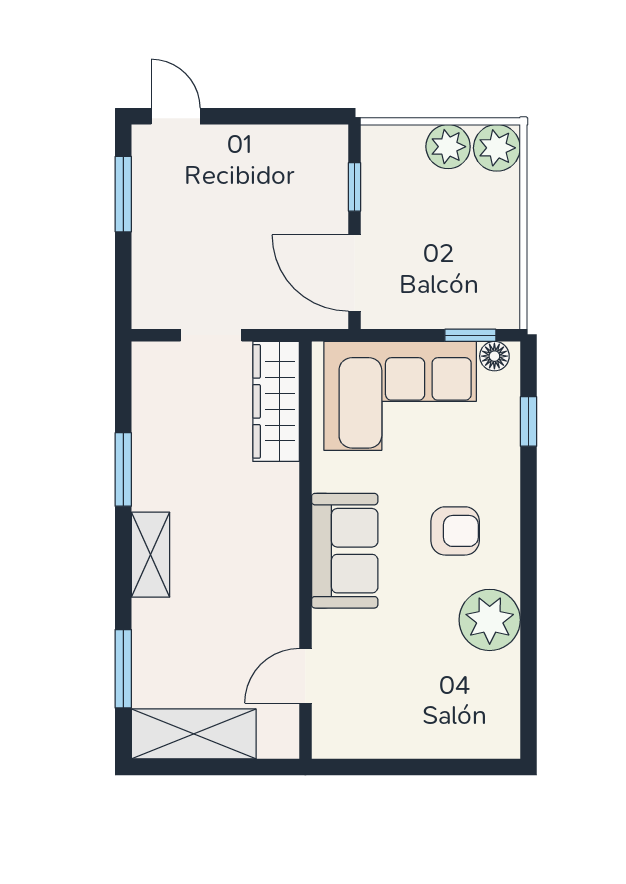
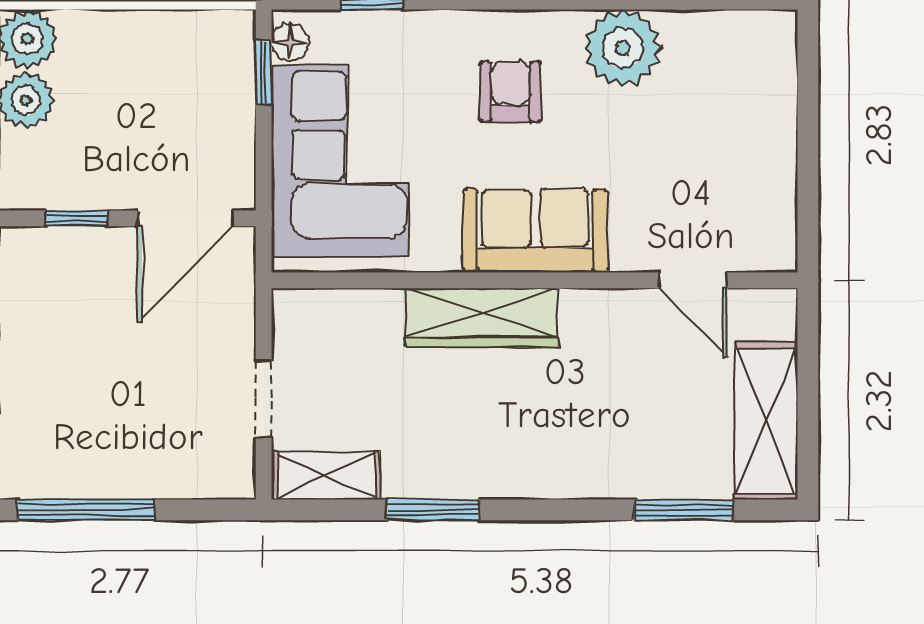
window: (123, 194) -> (86, 510), width x1.44
wardrobe: (276, 401) -> (482, 317), moved
shelving: (151, 555) -> (326, 475), moved

